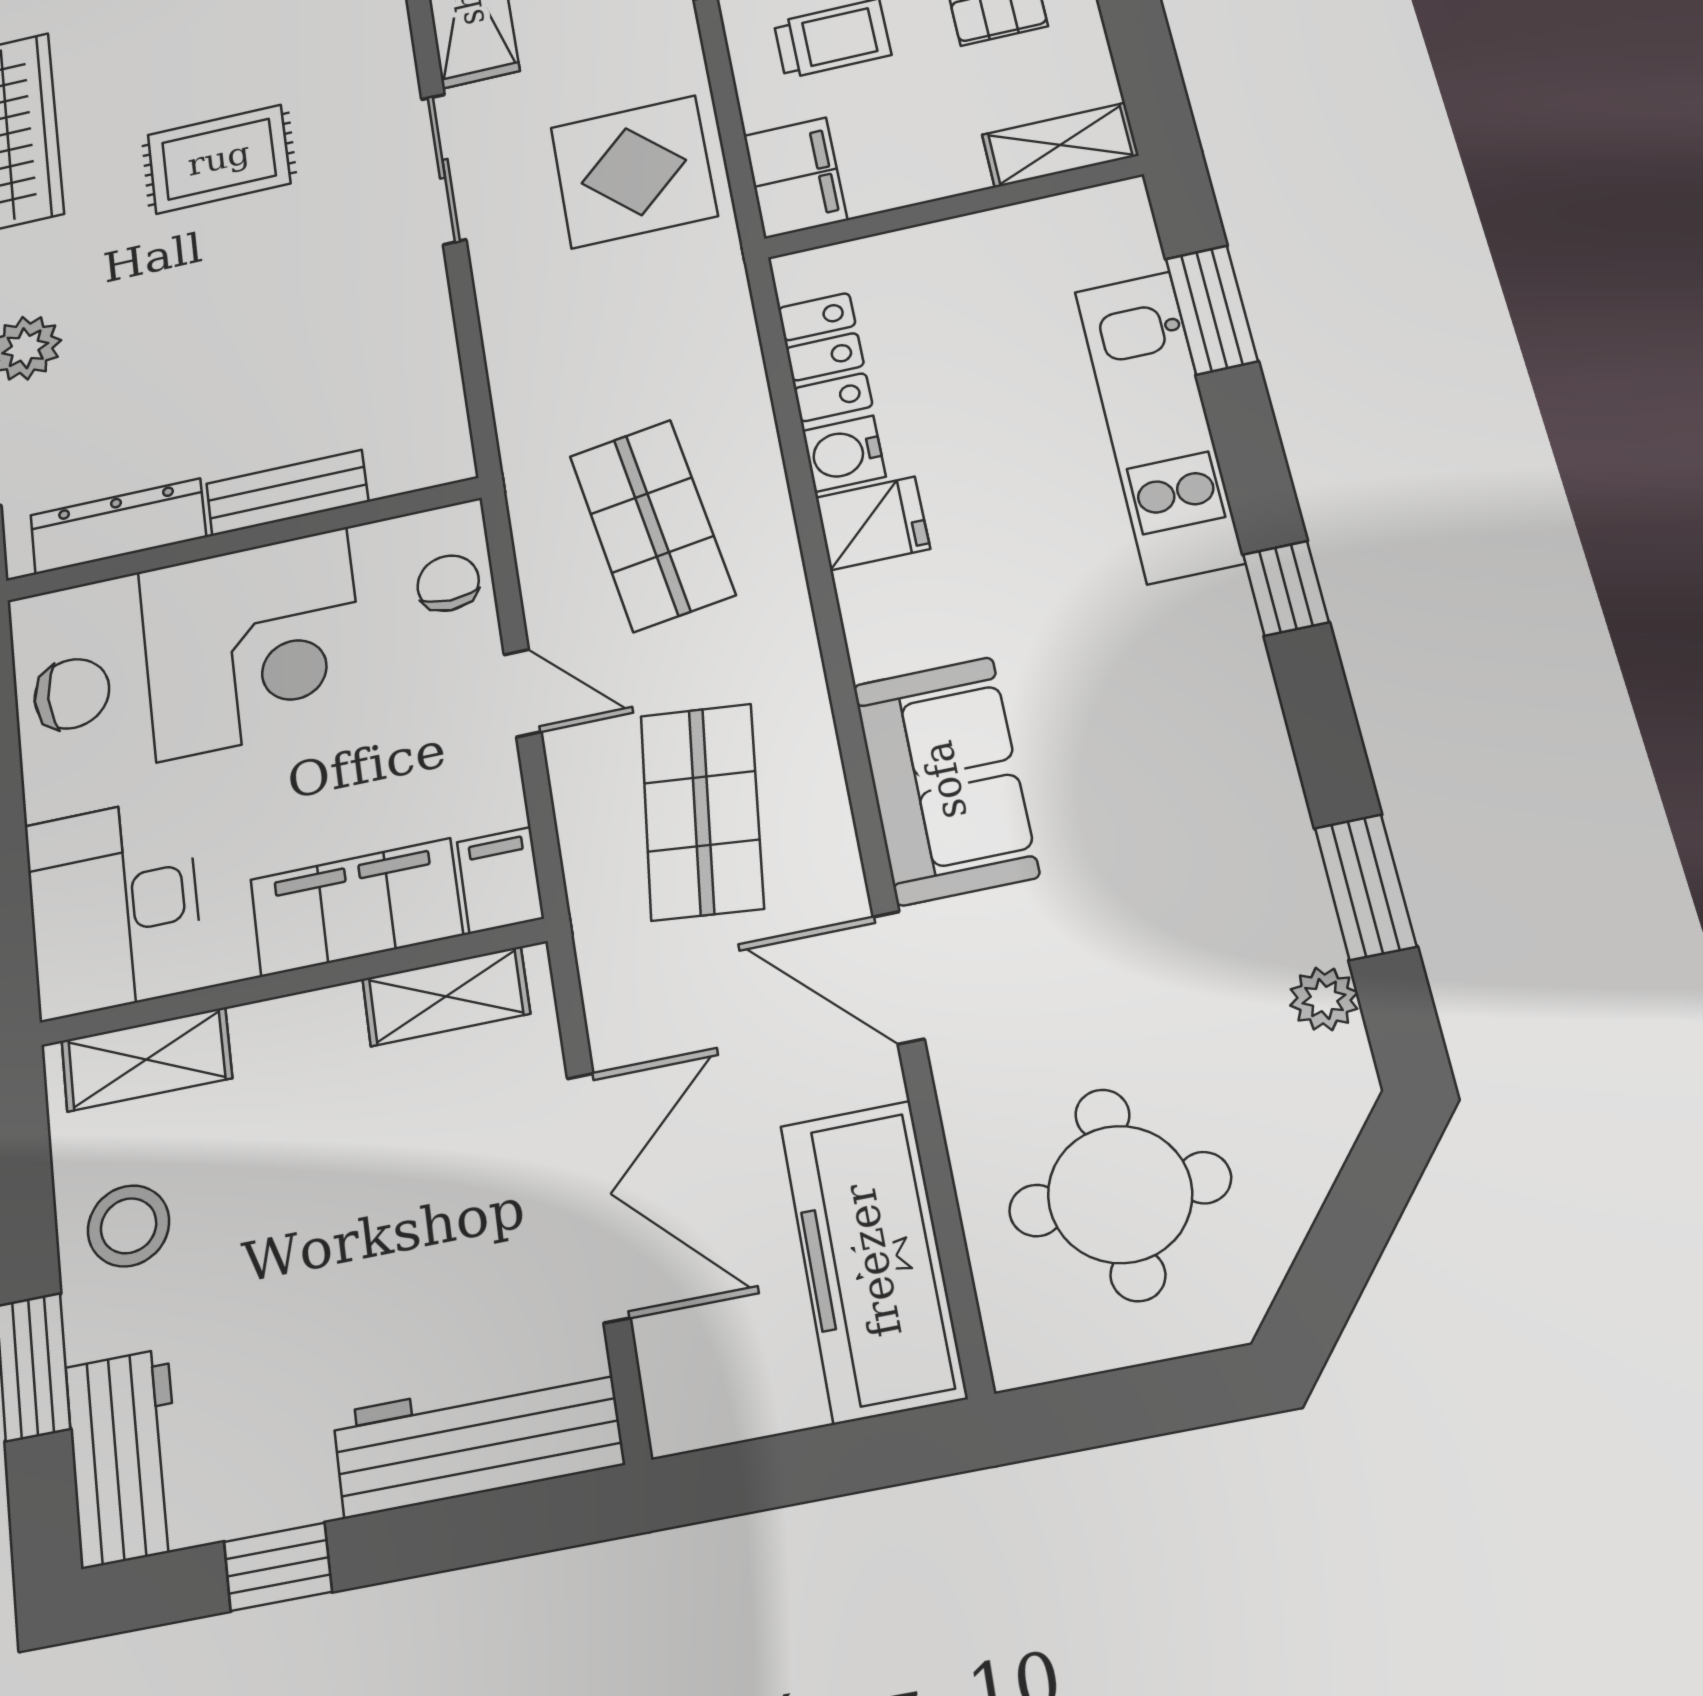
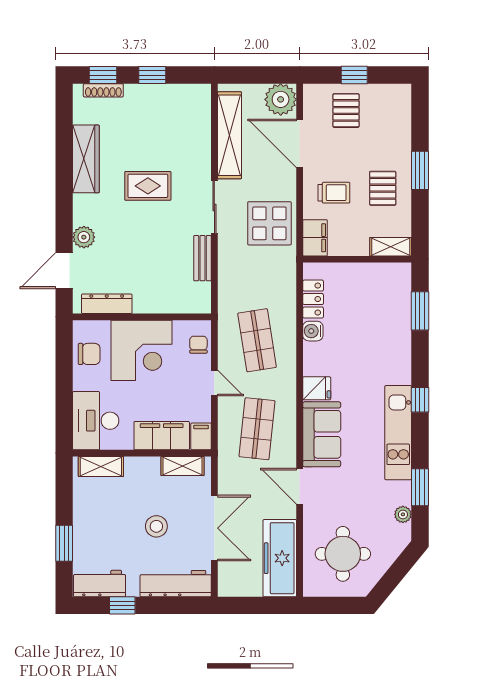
kitchen unit: (1159, 425) -> (398, 433), moved
bench: (287, 493) -> (203, 258), moved, turned 90
fridge: (873, 523) -> (317, 388), moved
stool: (129, 1226) -> (156, 526), moved
workbench: (125, 1457) -> (100, 584), moved, turned -90

